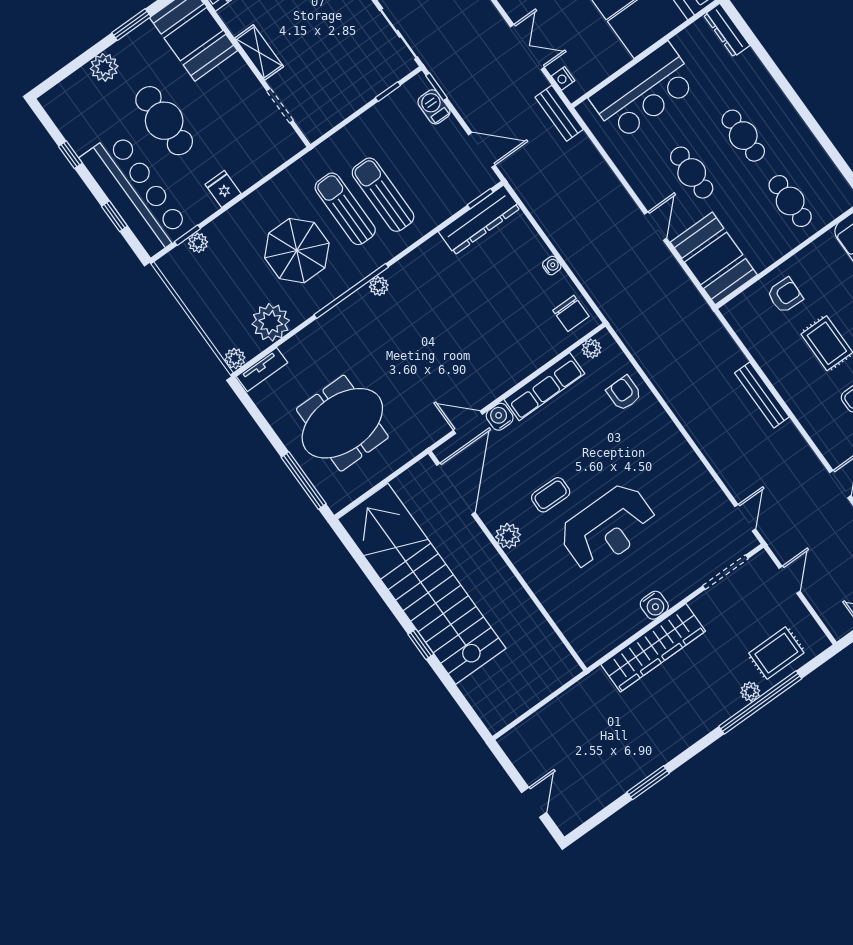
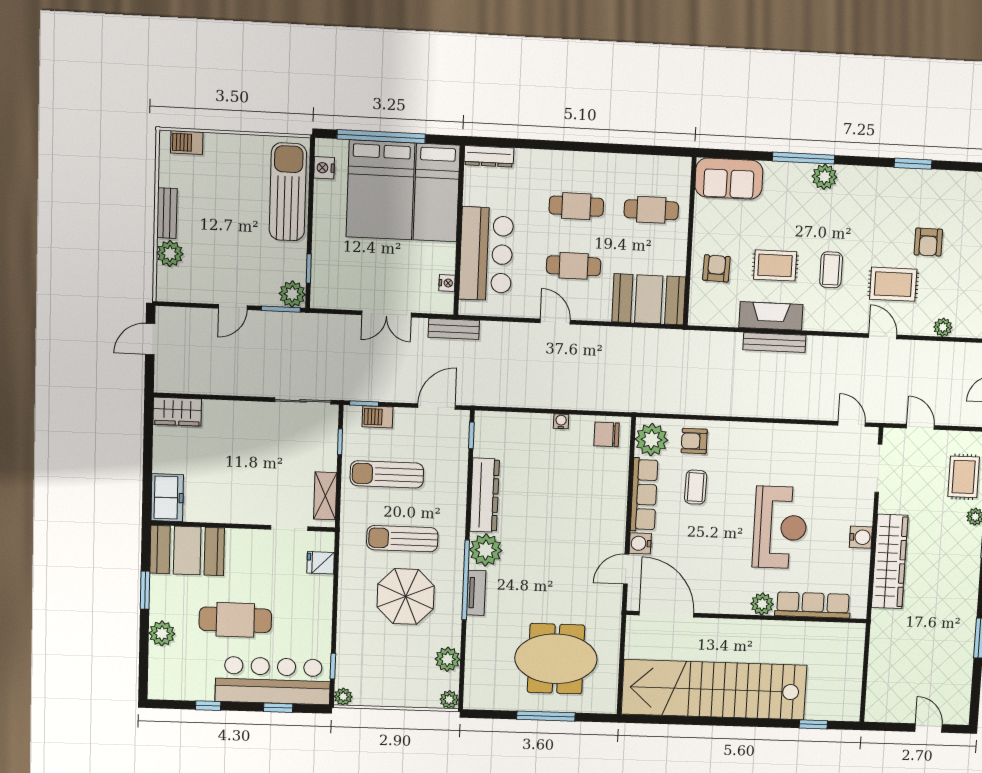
double door: (527, 47) -> (386, 314), swing flipped
shelving: (259, 52) -> (325, 496), moved, turned 90
nightstand: (563, 78) -> (447, 283), moved, turned -90
fridge: (223, 189) -> (321, 563), moved
sun lounger: (383, 195) -> (387, 474), moved
dresser: (479, 220) -> (485, 495), moved
door: (656, 226) -> (555, 322), moved
plant: (198, 243) -> (343, 697), moved
plant: (379, 286) -> (486, 550), width x1.87, depth x1.87
chair: (571, 313) -> (607, 434), turned 180
plant: (271, 322) -> (448, 659), width x0.73, depth x0.73
plant: (592, 349) -> (651, 440), width x1.88, depth x1.88
tv unit: (262, 370) -> (476, 593), moved
fireplace: (782, 374) -> (771, 316), added
meeting table: (342, 423) -> (556, 659), turned 90
window: (304, 481) -> (546, 716), moved
coffee table: (551, 495) -> (696, 487), moved
plant: (508, 536) -> (762, 604), moved
row of seats: (563, 611) -> (813, 605), added
window: (421, 644) -> (813, 724), moved

